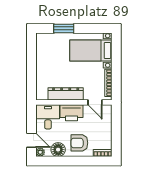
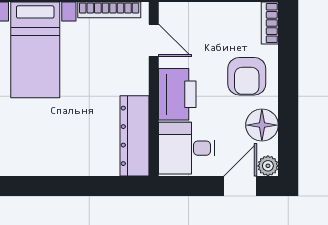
dresser: (66, 94) -> (134, 136), moved
door: (95, 102) -> (154, 40), hinge flipped

